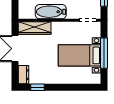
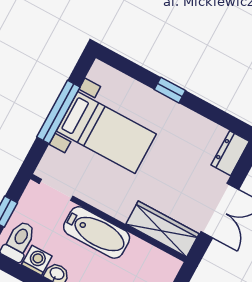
bathtub: (51, 12) -> (97, 232), moved
window: (38, 87) -> (170, 90), moved

